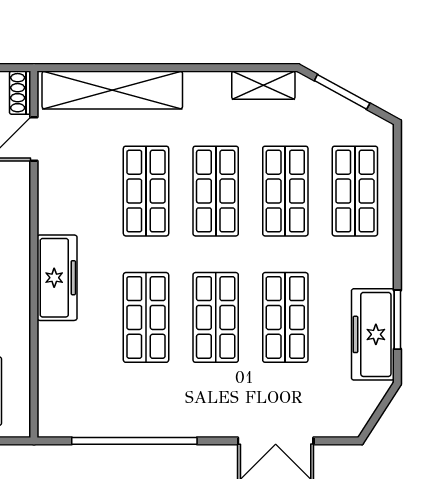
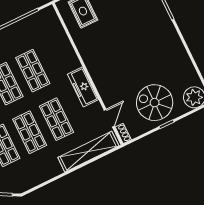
shelving: (263, 85) -> (31, 182), removed
freezer: (57, 278) -> (83, 87), moved

